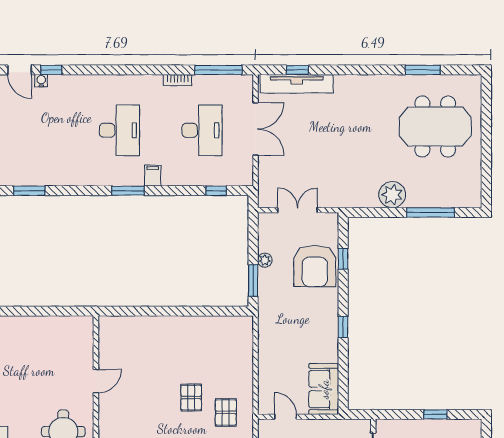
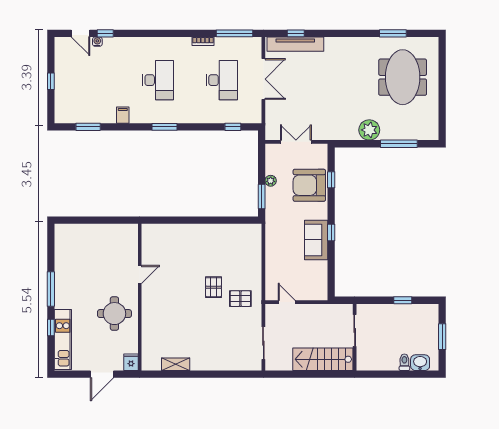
meeting table: (435, 127) -> (403, 77), turned 90
filing cabinet: (153, 176) -> (123, 115), moved
armchair: (315, 266) -> (309, 185), turned 90
sofa: (324, 389) -> (316, 240), moved
pallet: (226, 412) -> (240, 299), turned 90

